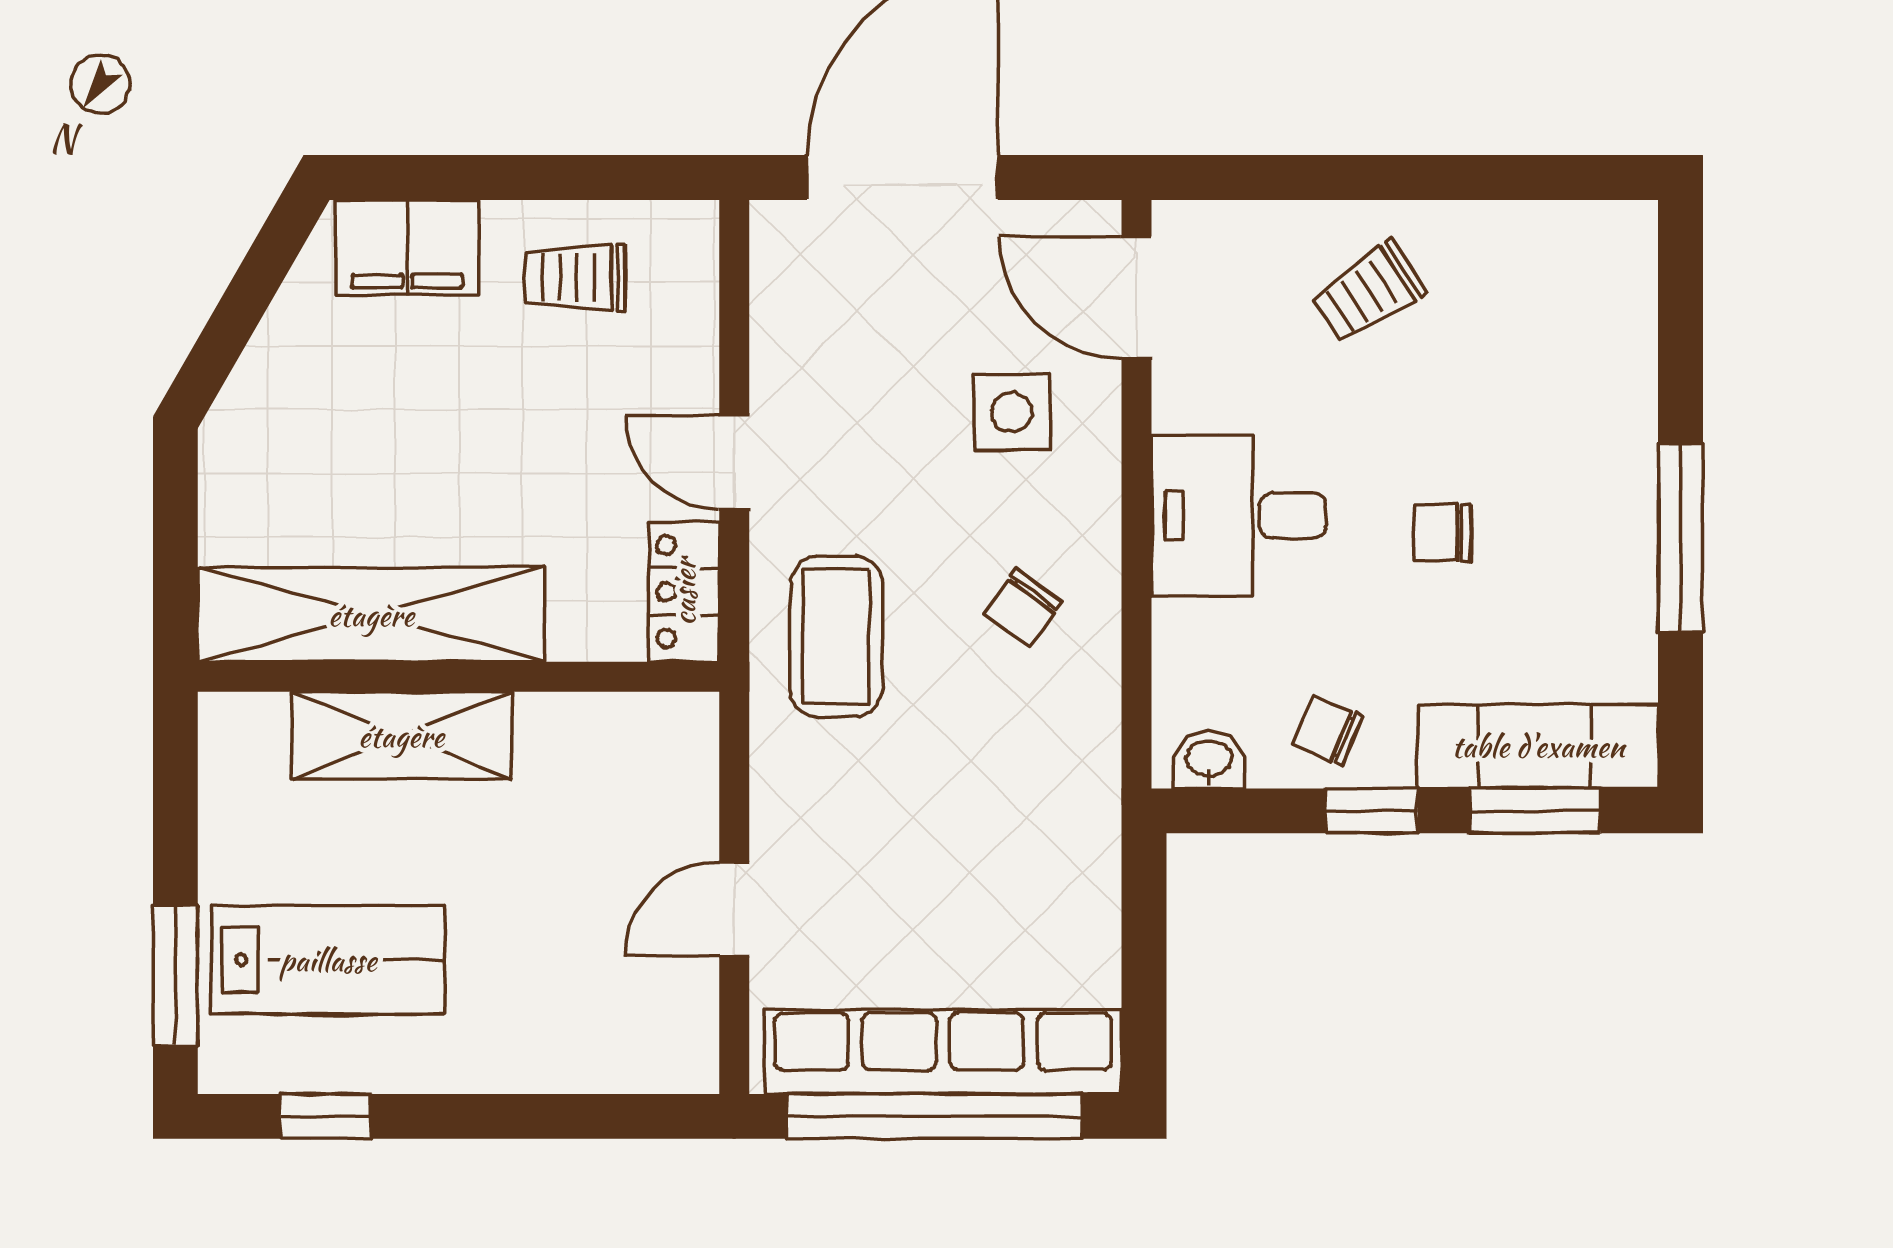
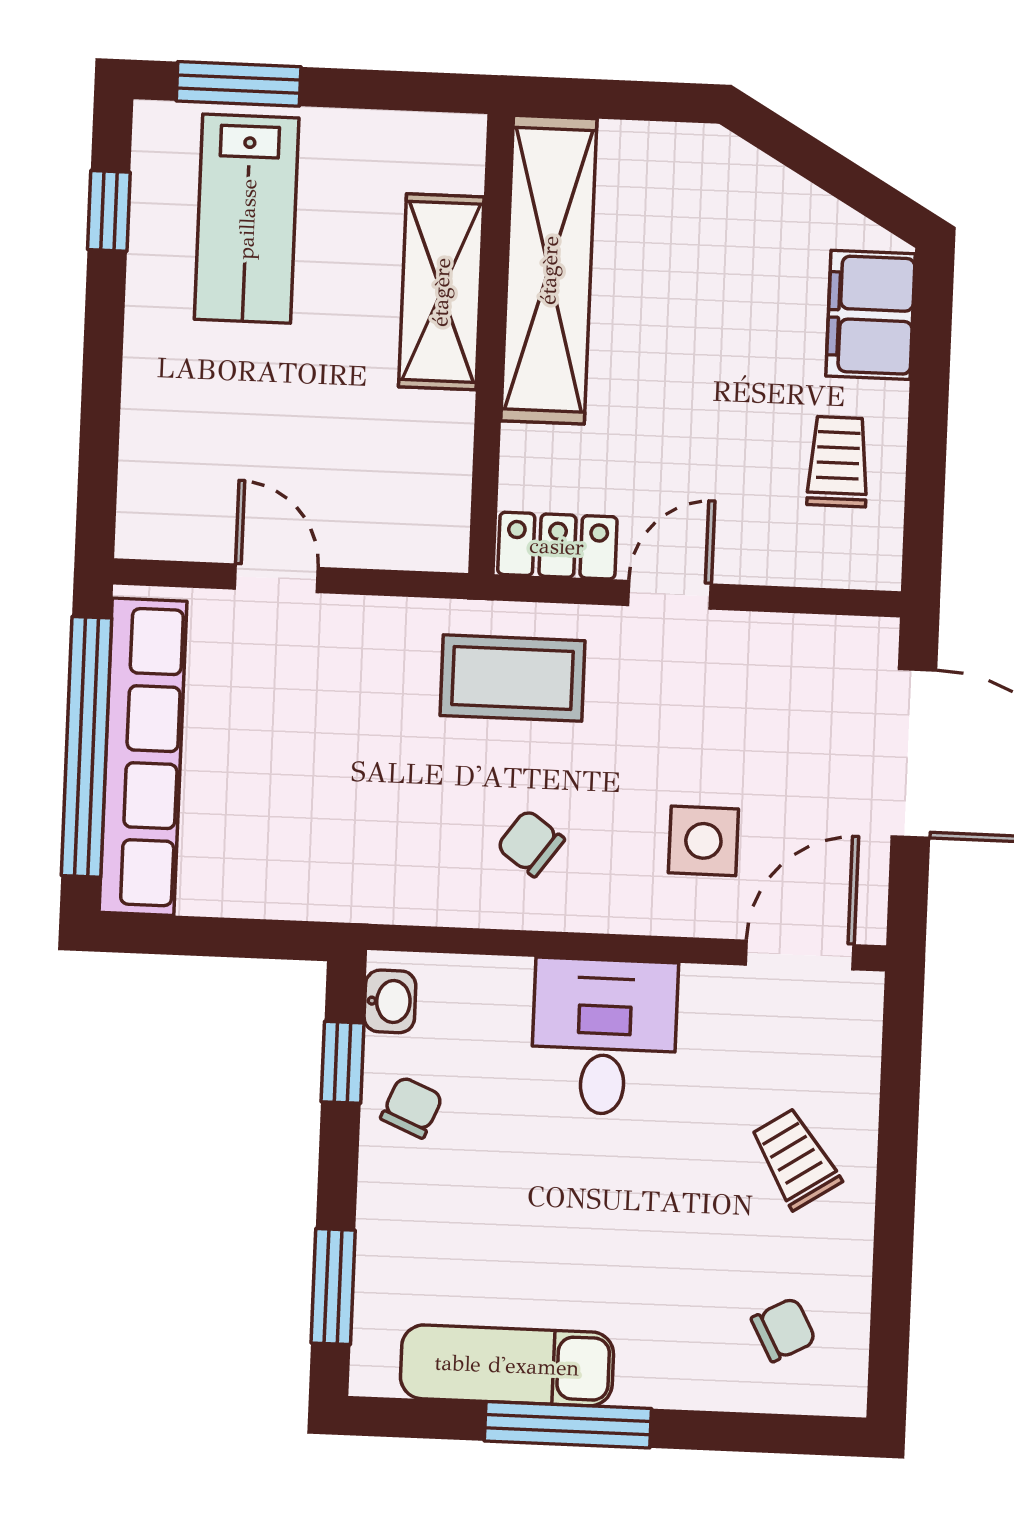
chair: (1442, 533) -> (784, 1330), moved, turned 62
exam couch: (1538, 746) -> (507, 1365), moved, turned -90
window: (1372, 811) -> (343, 1062), moved

